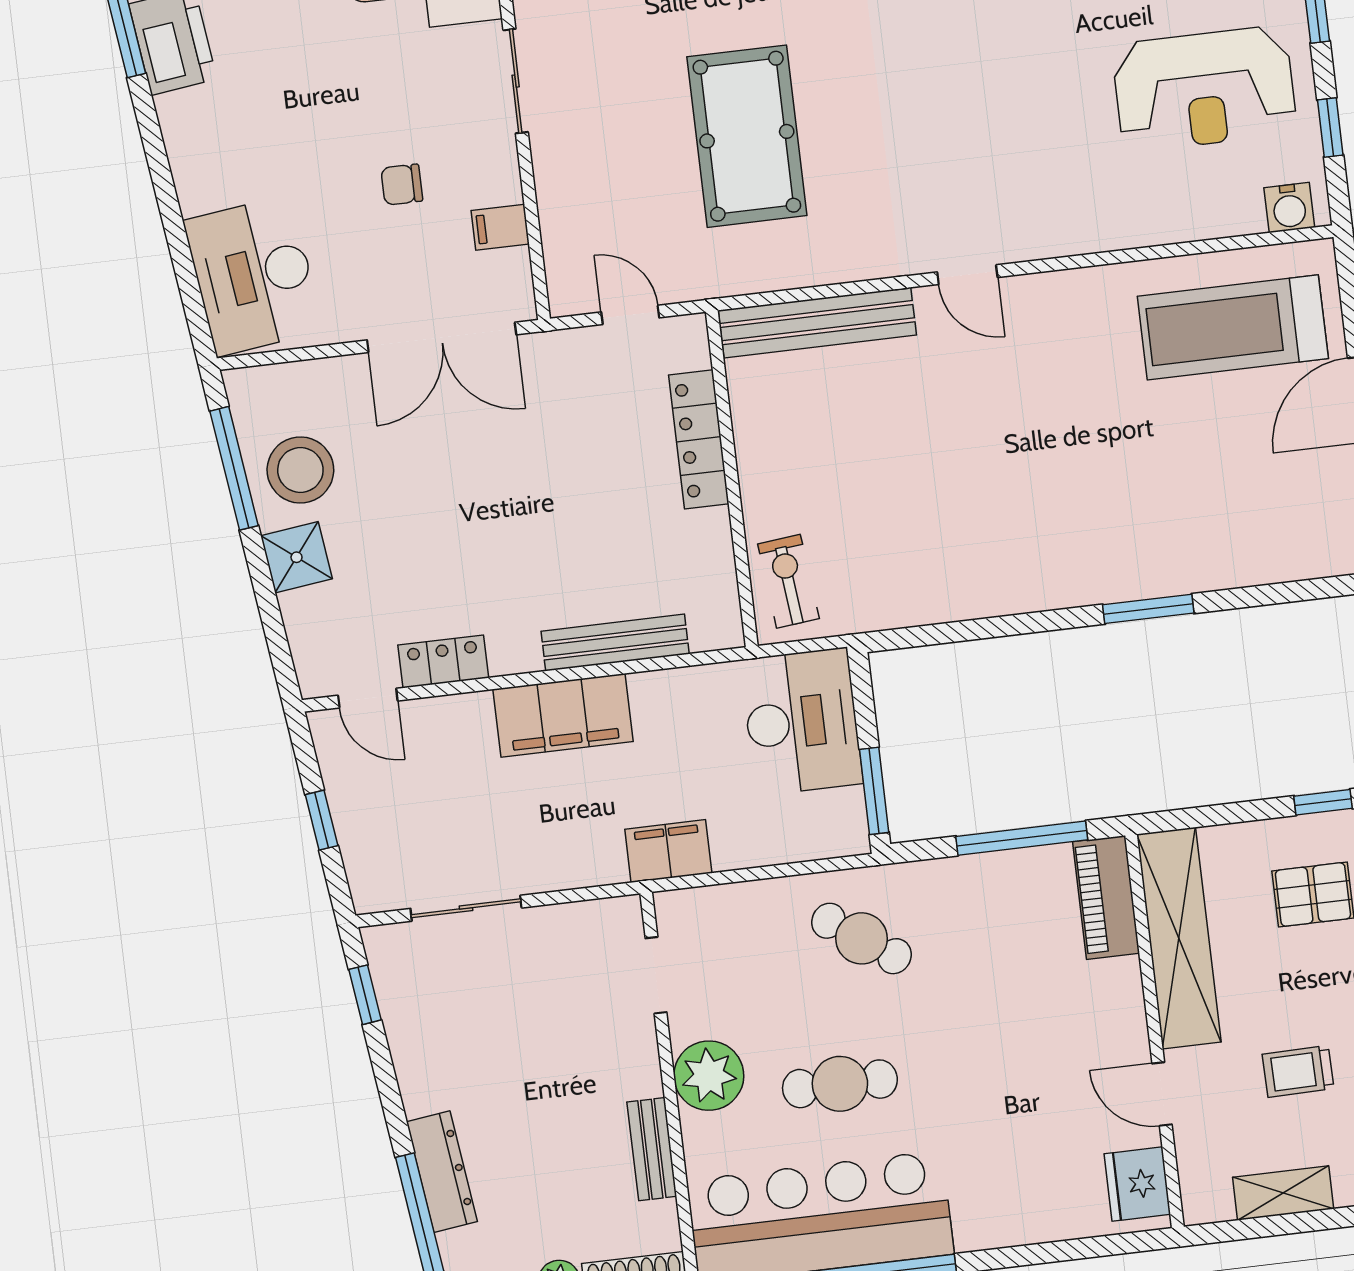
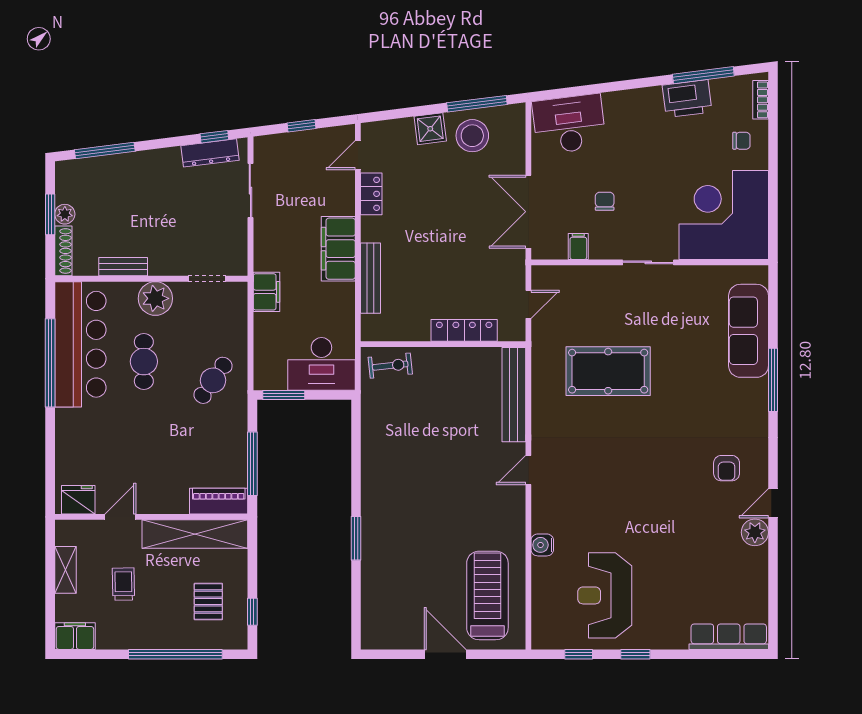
water cooler: (1289, 208) -> (542, 545), moved
dresser: (442, 1172) -> (210, 153), moved

